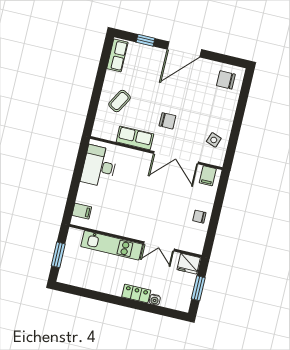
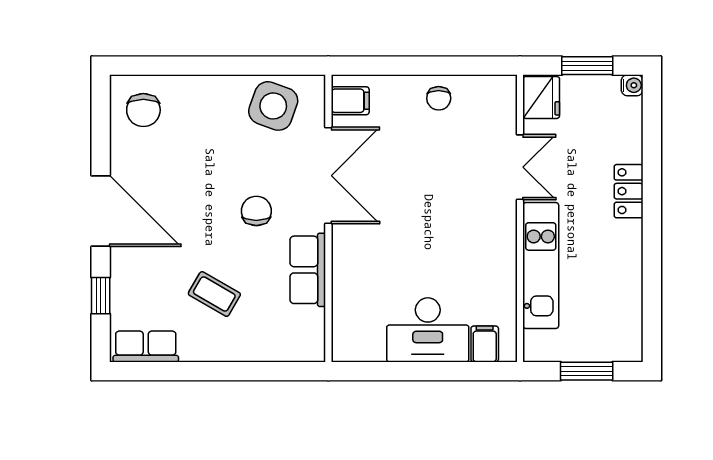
coffee table: (120, 101) -> (214, 294), moved
side table: (214, 140) -> (273, 106), width x1.87, depth x1.87
desk: (99, 166) -> (428, 330), moved
water cooler: (155, 300) -> (632, 85), moved

